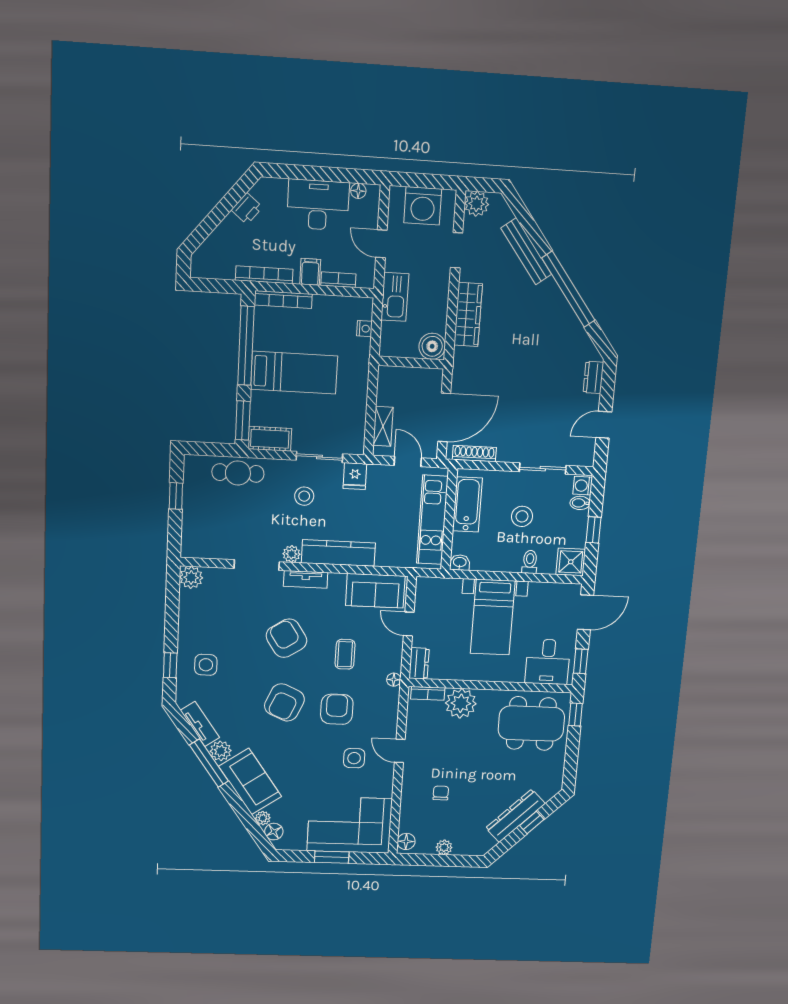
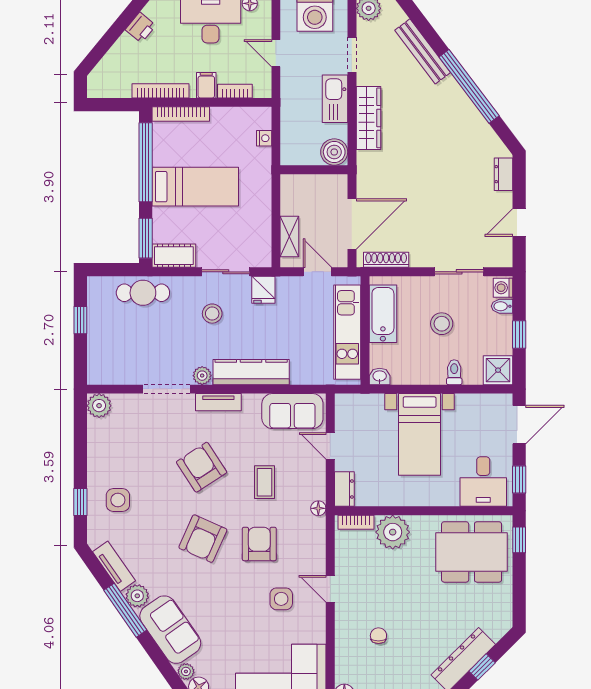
kitchen sink: (395, 297) -> (335, 99), moved, turned 180

